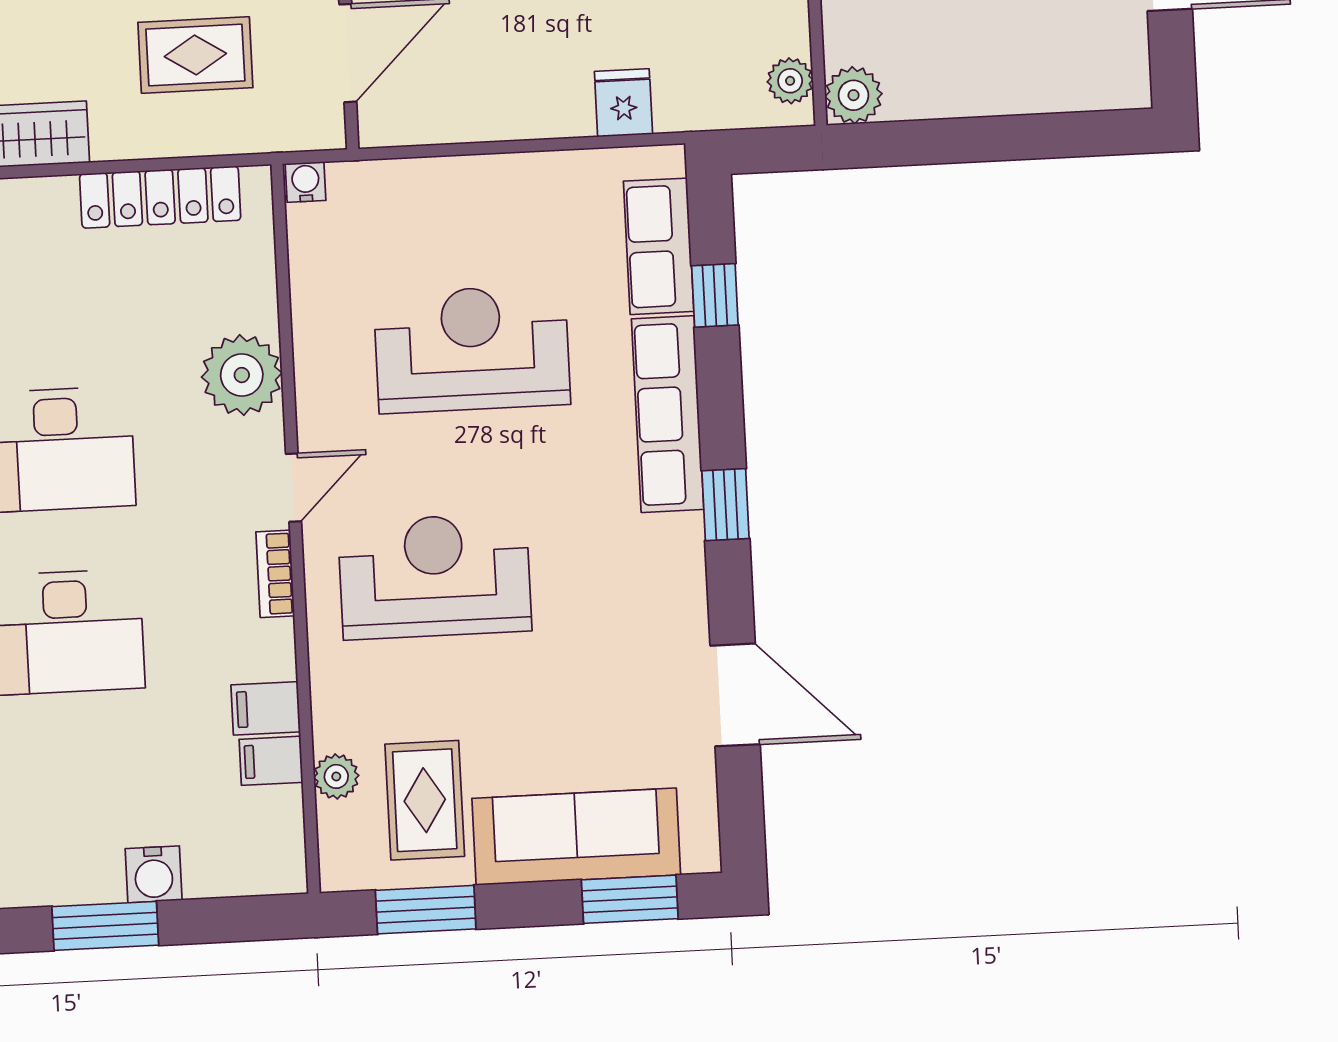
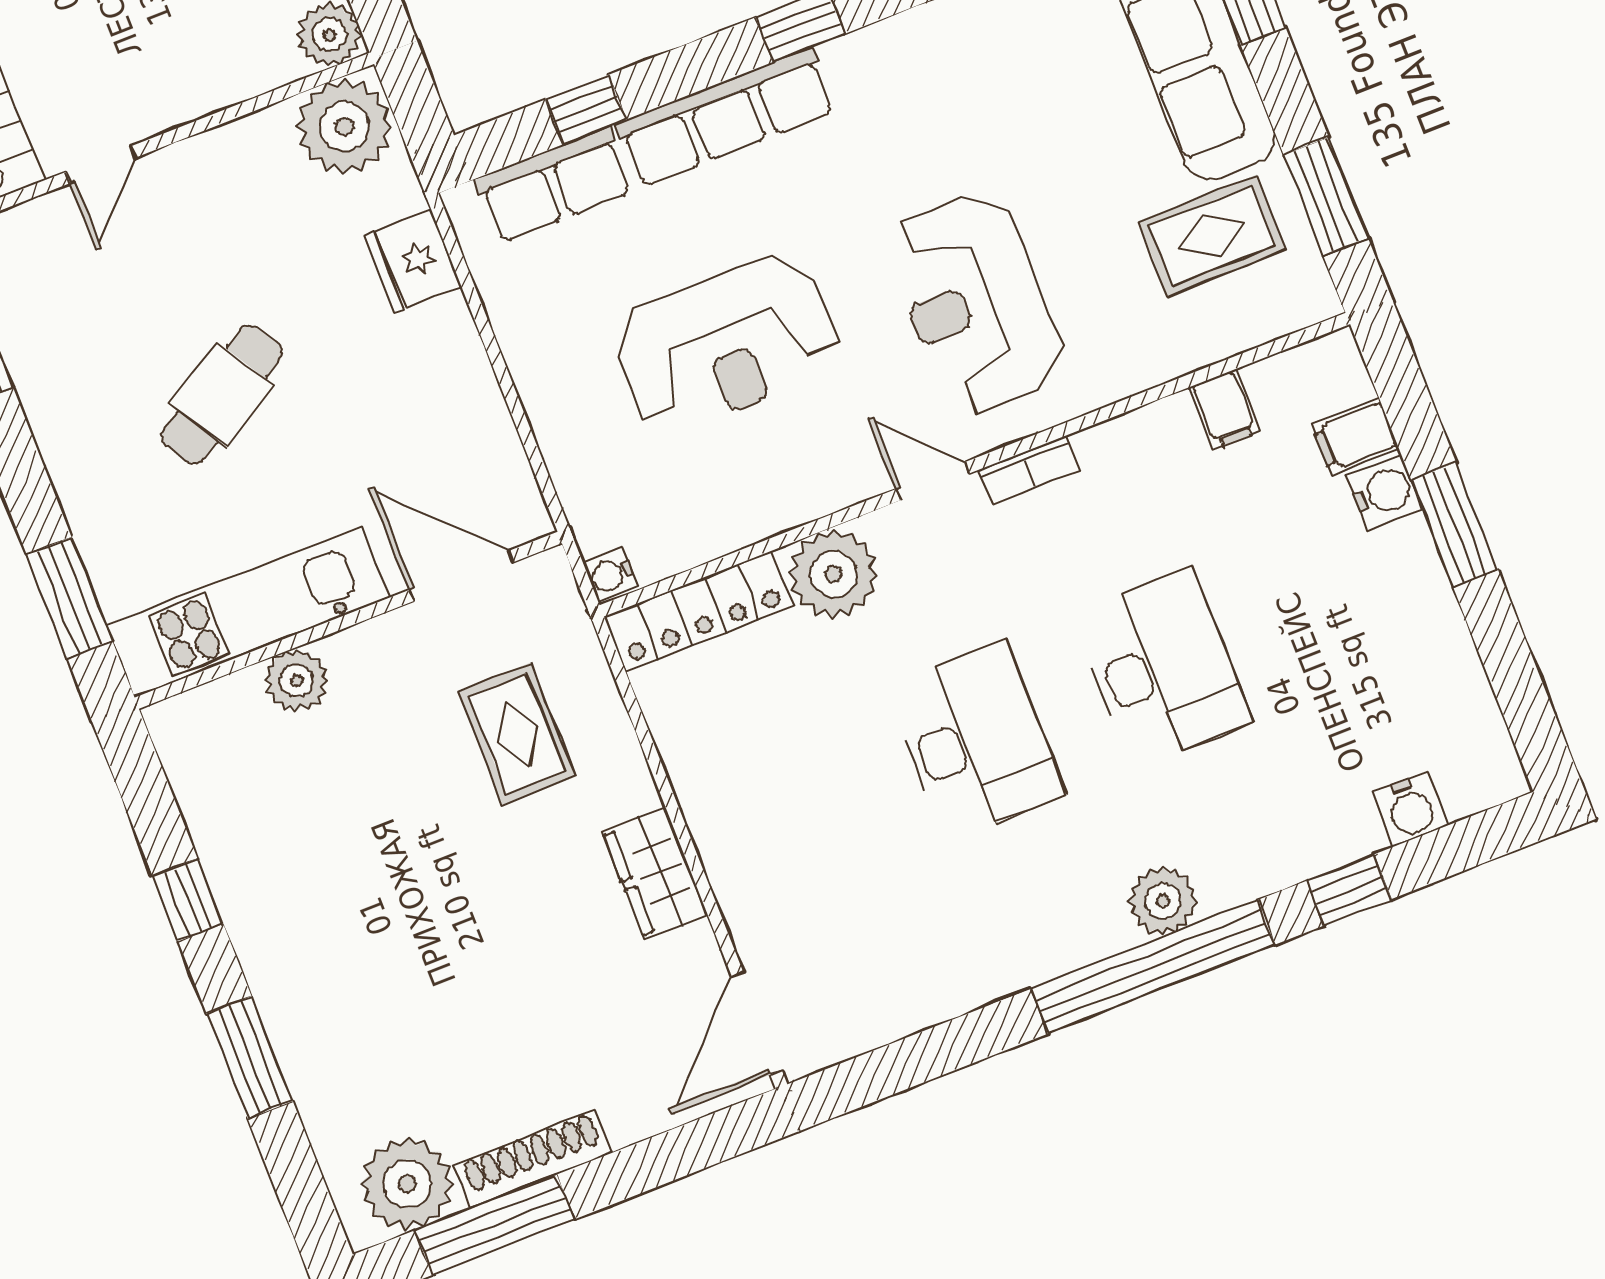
plant: (790, 81) -> (344, 127), width x1.87, depth x1.87
fridge: (623, 103) -> (413, 261), width x1.38
locker: (160, 197) -> (699, 611), moved, turned 90
reception desk: (472, 349) -> (726, 344), turned -90
filing cabinet: (266, 708) -> (1355, 437), moved, turned 90
plant: (336, 776) -> (1219, 336), removed

